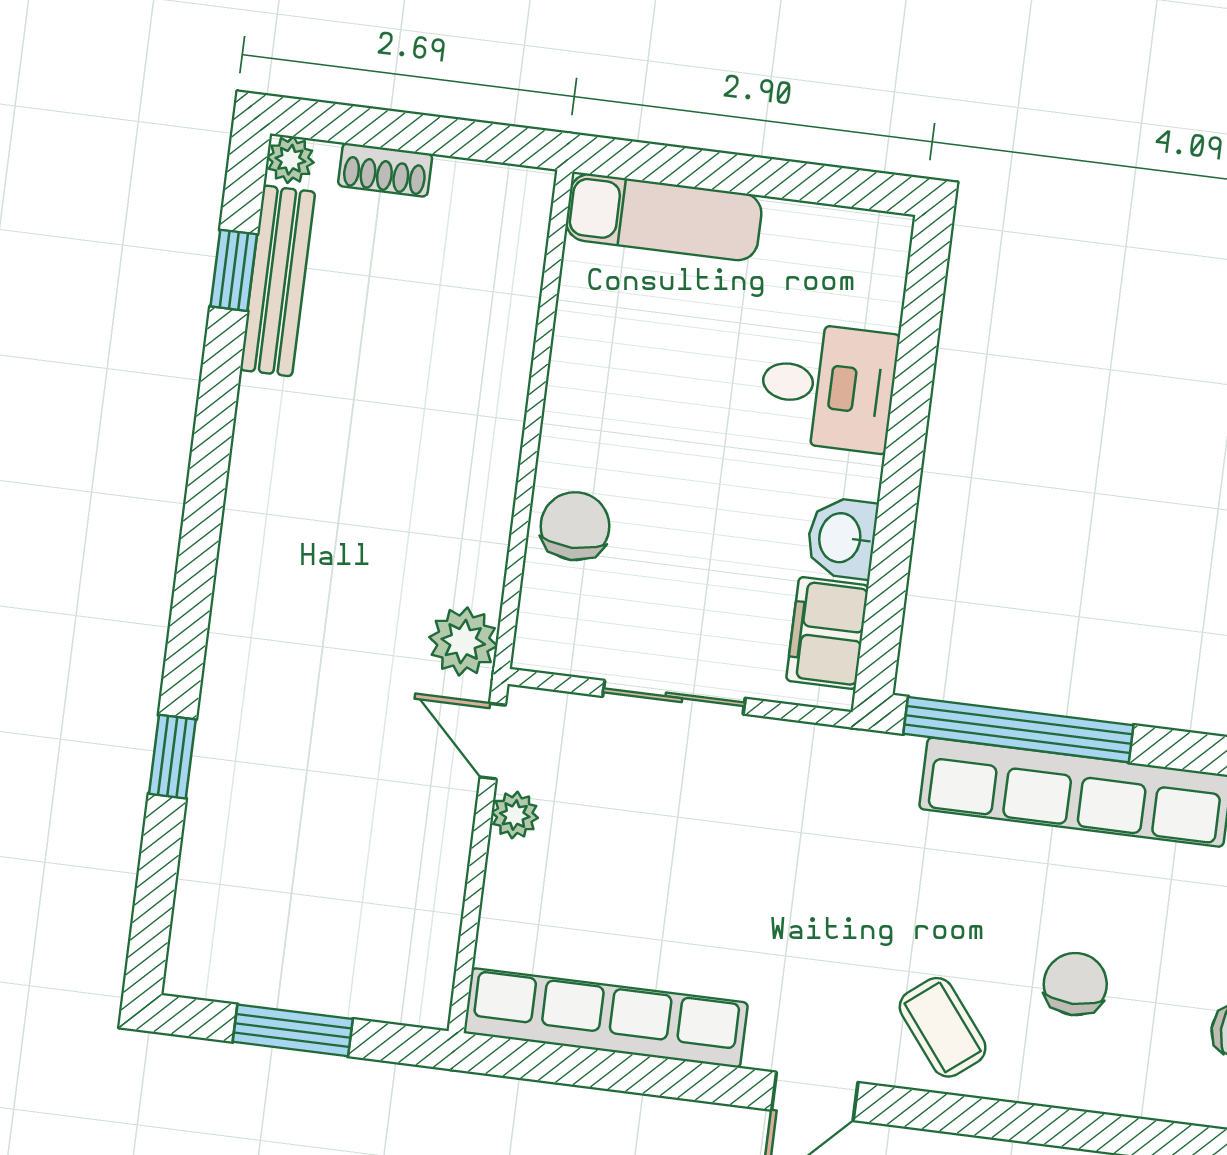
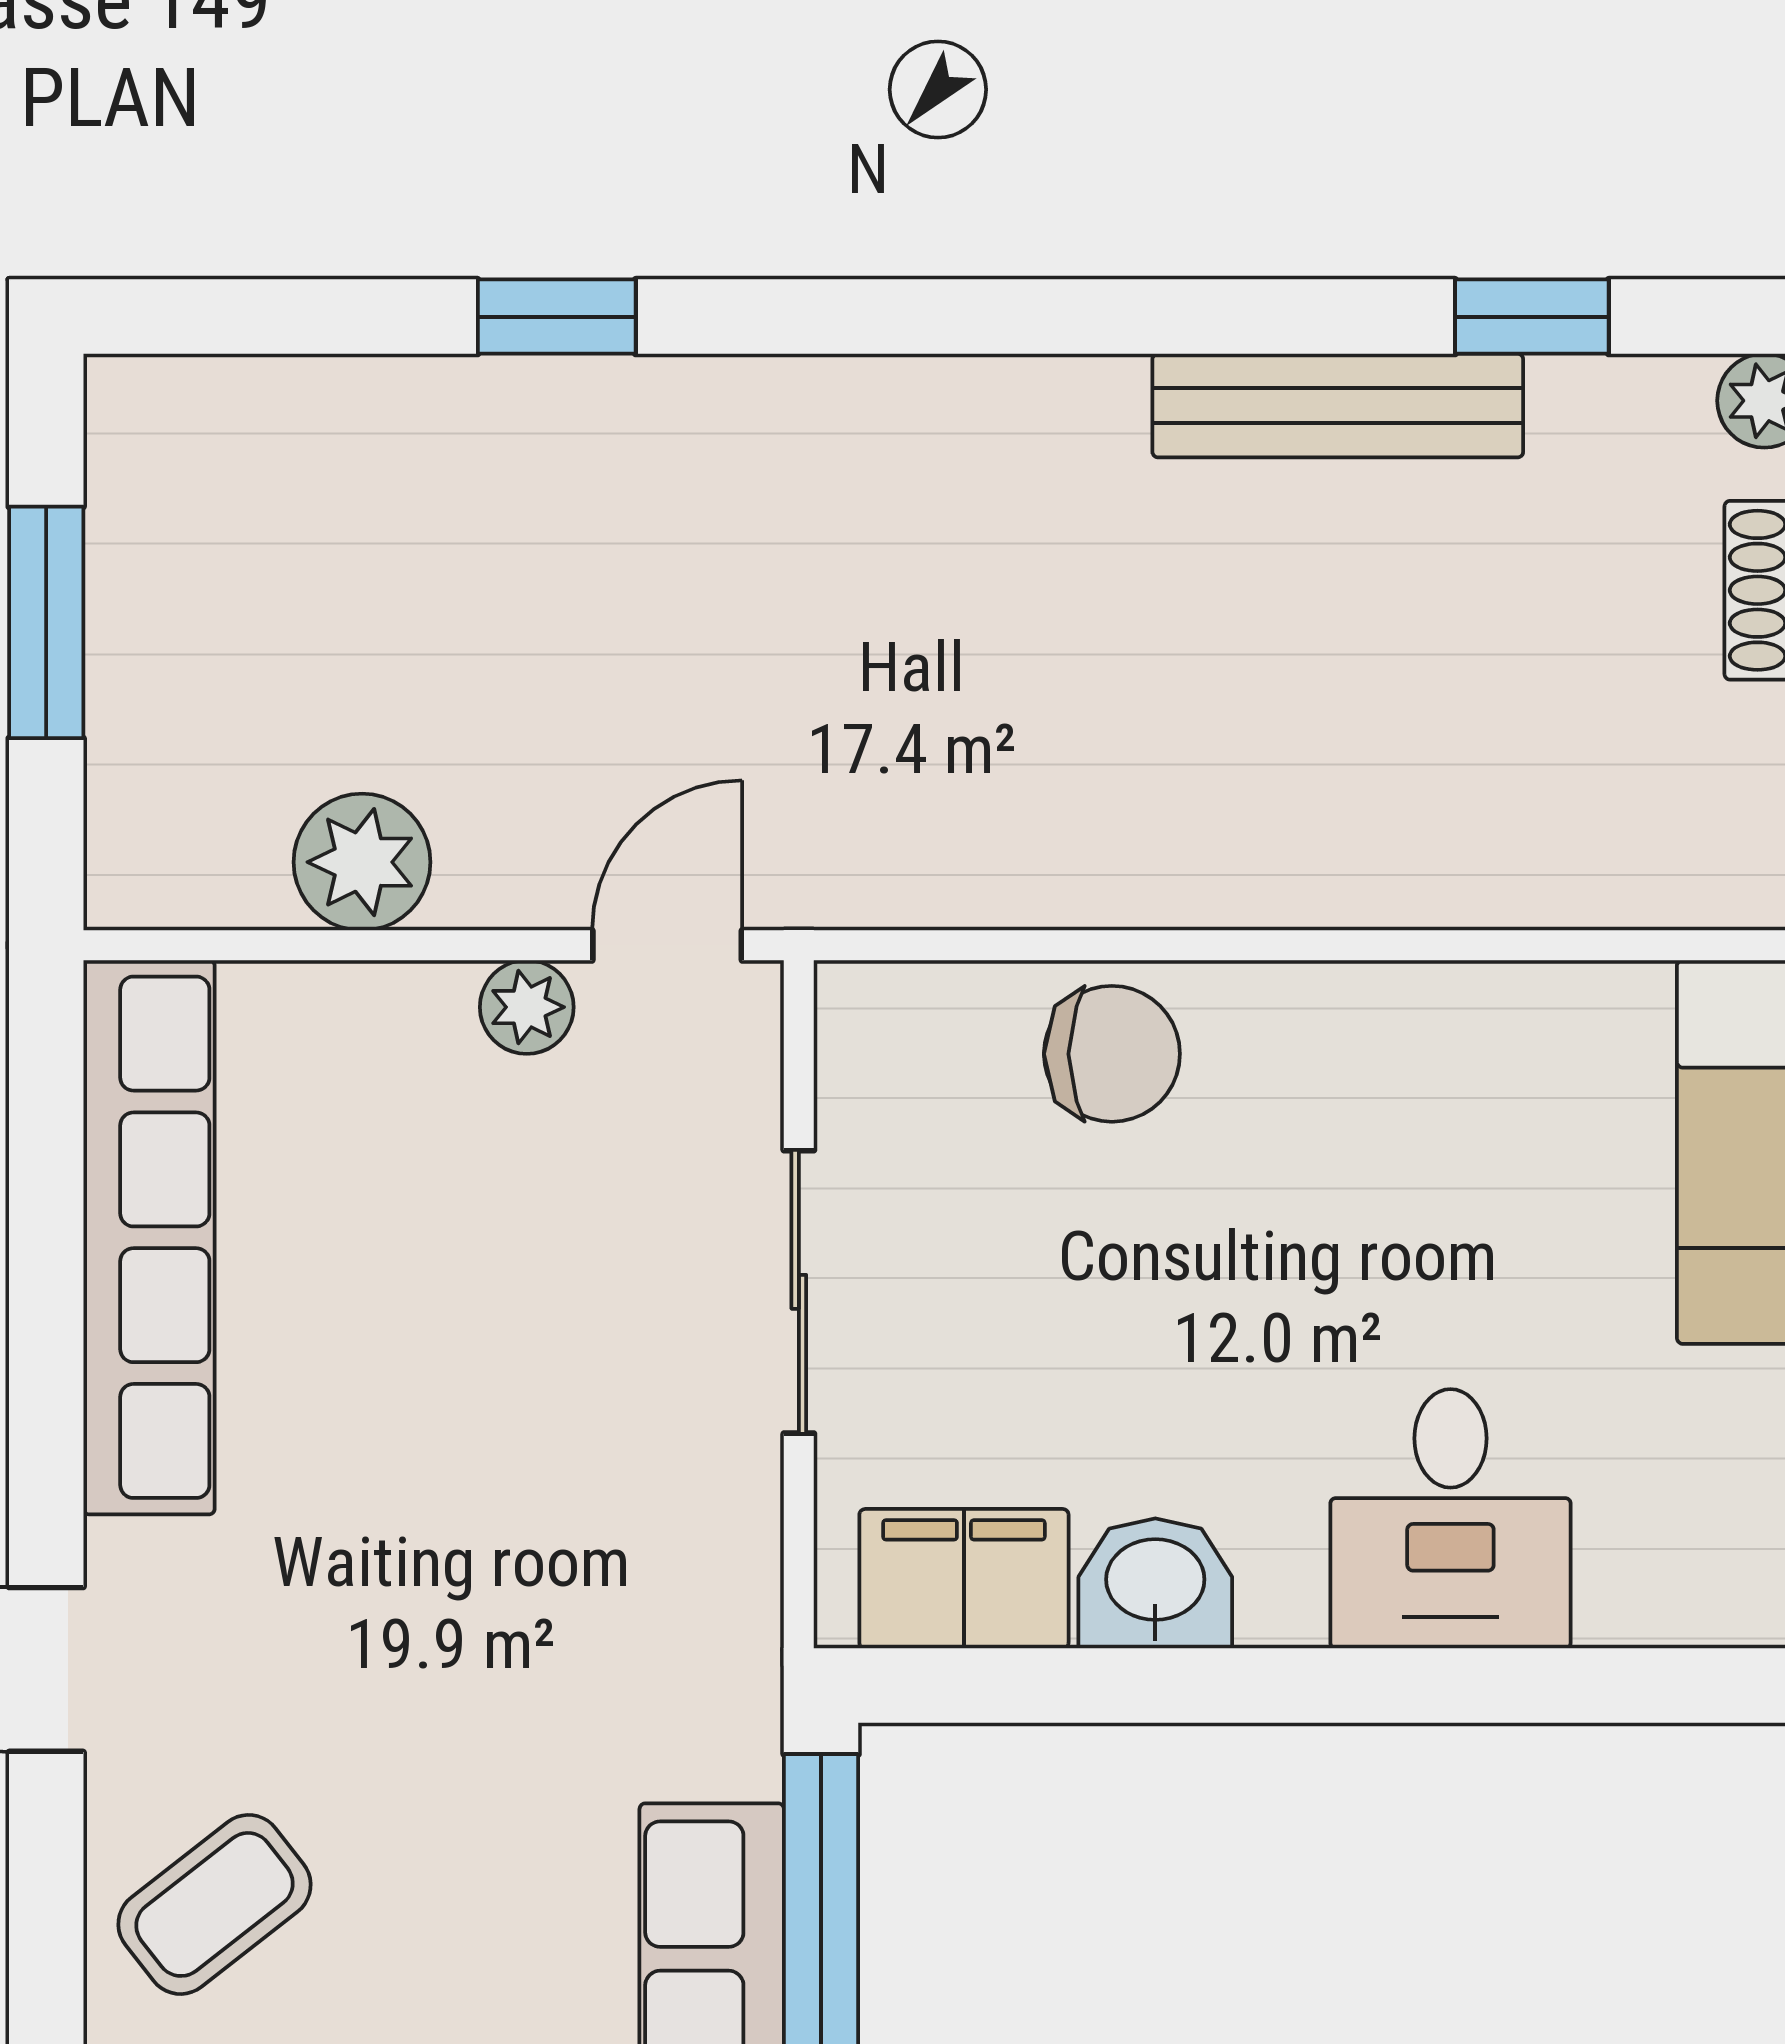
bench: (278, 281) -> (1338, 406), moved
plant: (463, 642) -> (362, 862), moved

